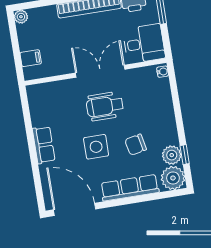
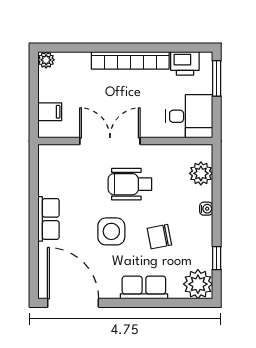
double door: (100, 71) -> (110, 141), moved
water cooler: (163, 72) -> (206, 209), moved
plant: (172, 155) -> (201, 173), moved
row of seats: (130, 188) -> (144, 287), width x0.68

